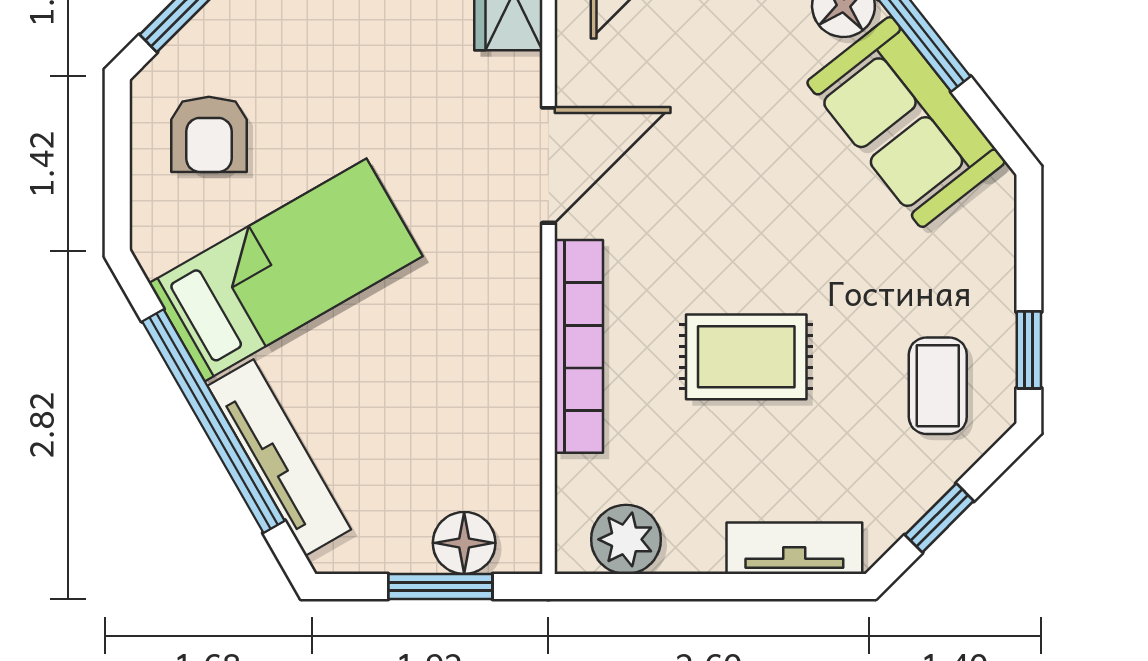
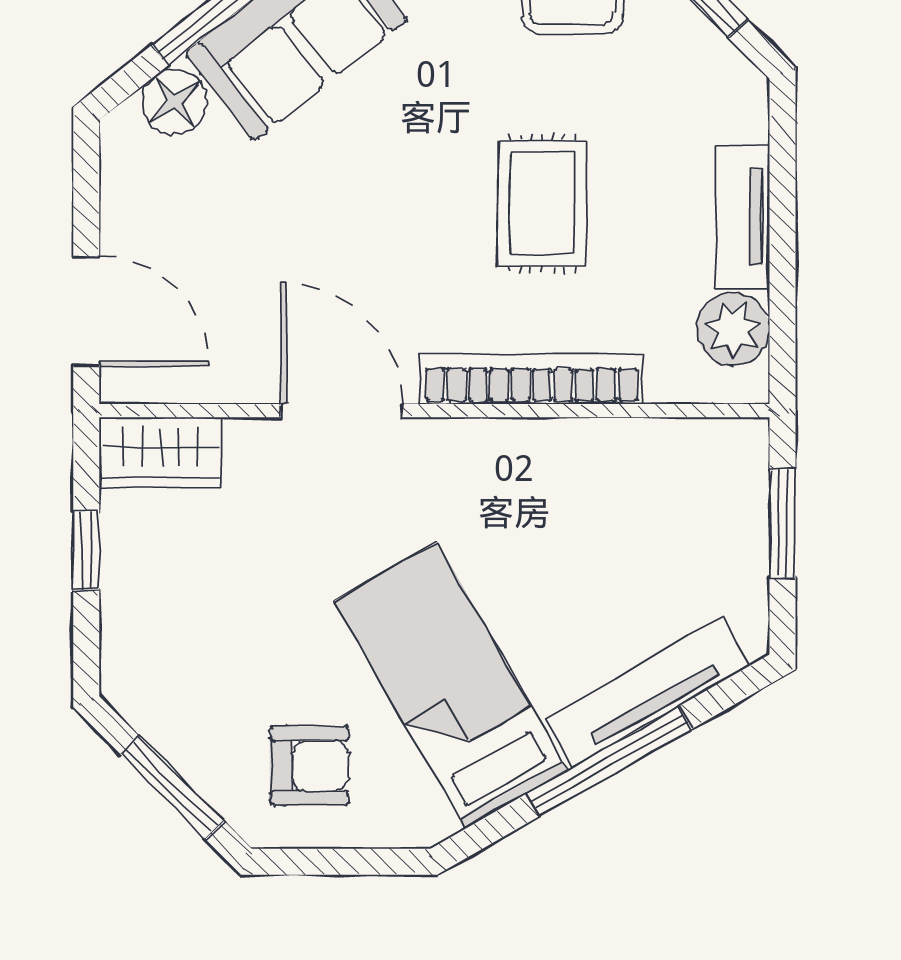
window: (213, 421) -> (609, 761), width x0.68
floor lamp: (464, 543) -> (737, 499), removed
tv unit: (794, 548) -> (742, 217), moved

